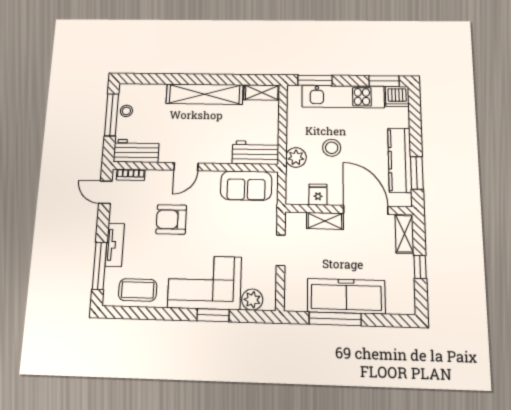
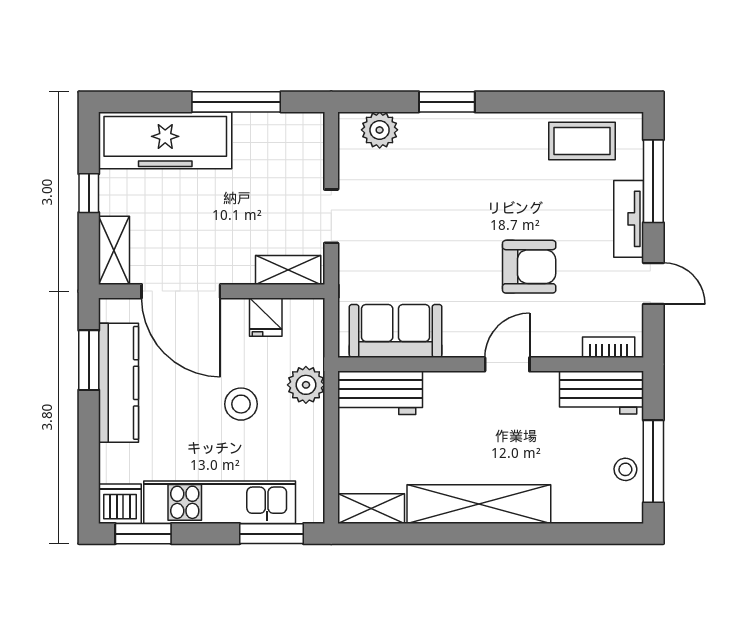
door: (105, 192) -> (653, 284), moved
shelving: (325, 221) -> (288, 270), moved
corner sofa: (205, 282) -> (464, 157), removed
freezer: (346, 296) -> (165, 140), moved

